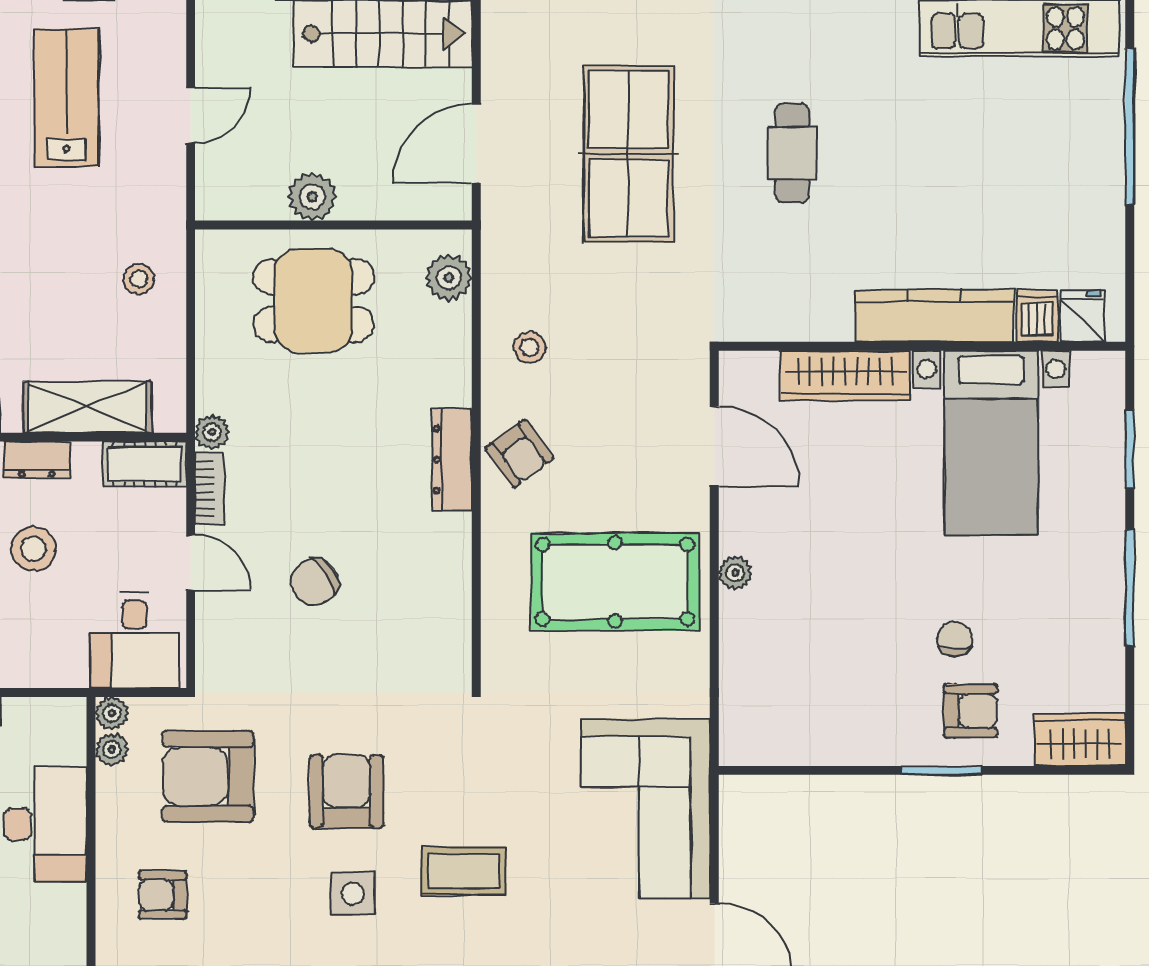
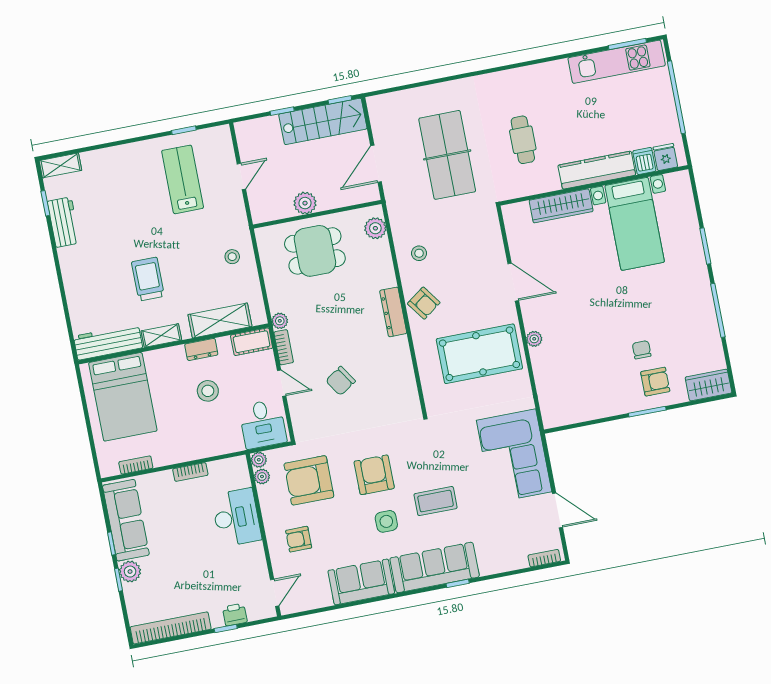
kitchen counter: (934, 315) -> (597, 170), moved
dishwasher: (1037, 316) -> (644, 161), moved
fridge: (1083, 316) -> (665, 157), moved
wall: (922, 346) -> (594, 185), moved
wardrobe: (845, 376) -> (561, 206), moved
bed with nightstands: (991, 443) -> (635, 224), moved

